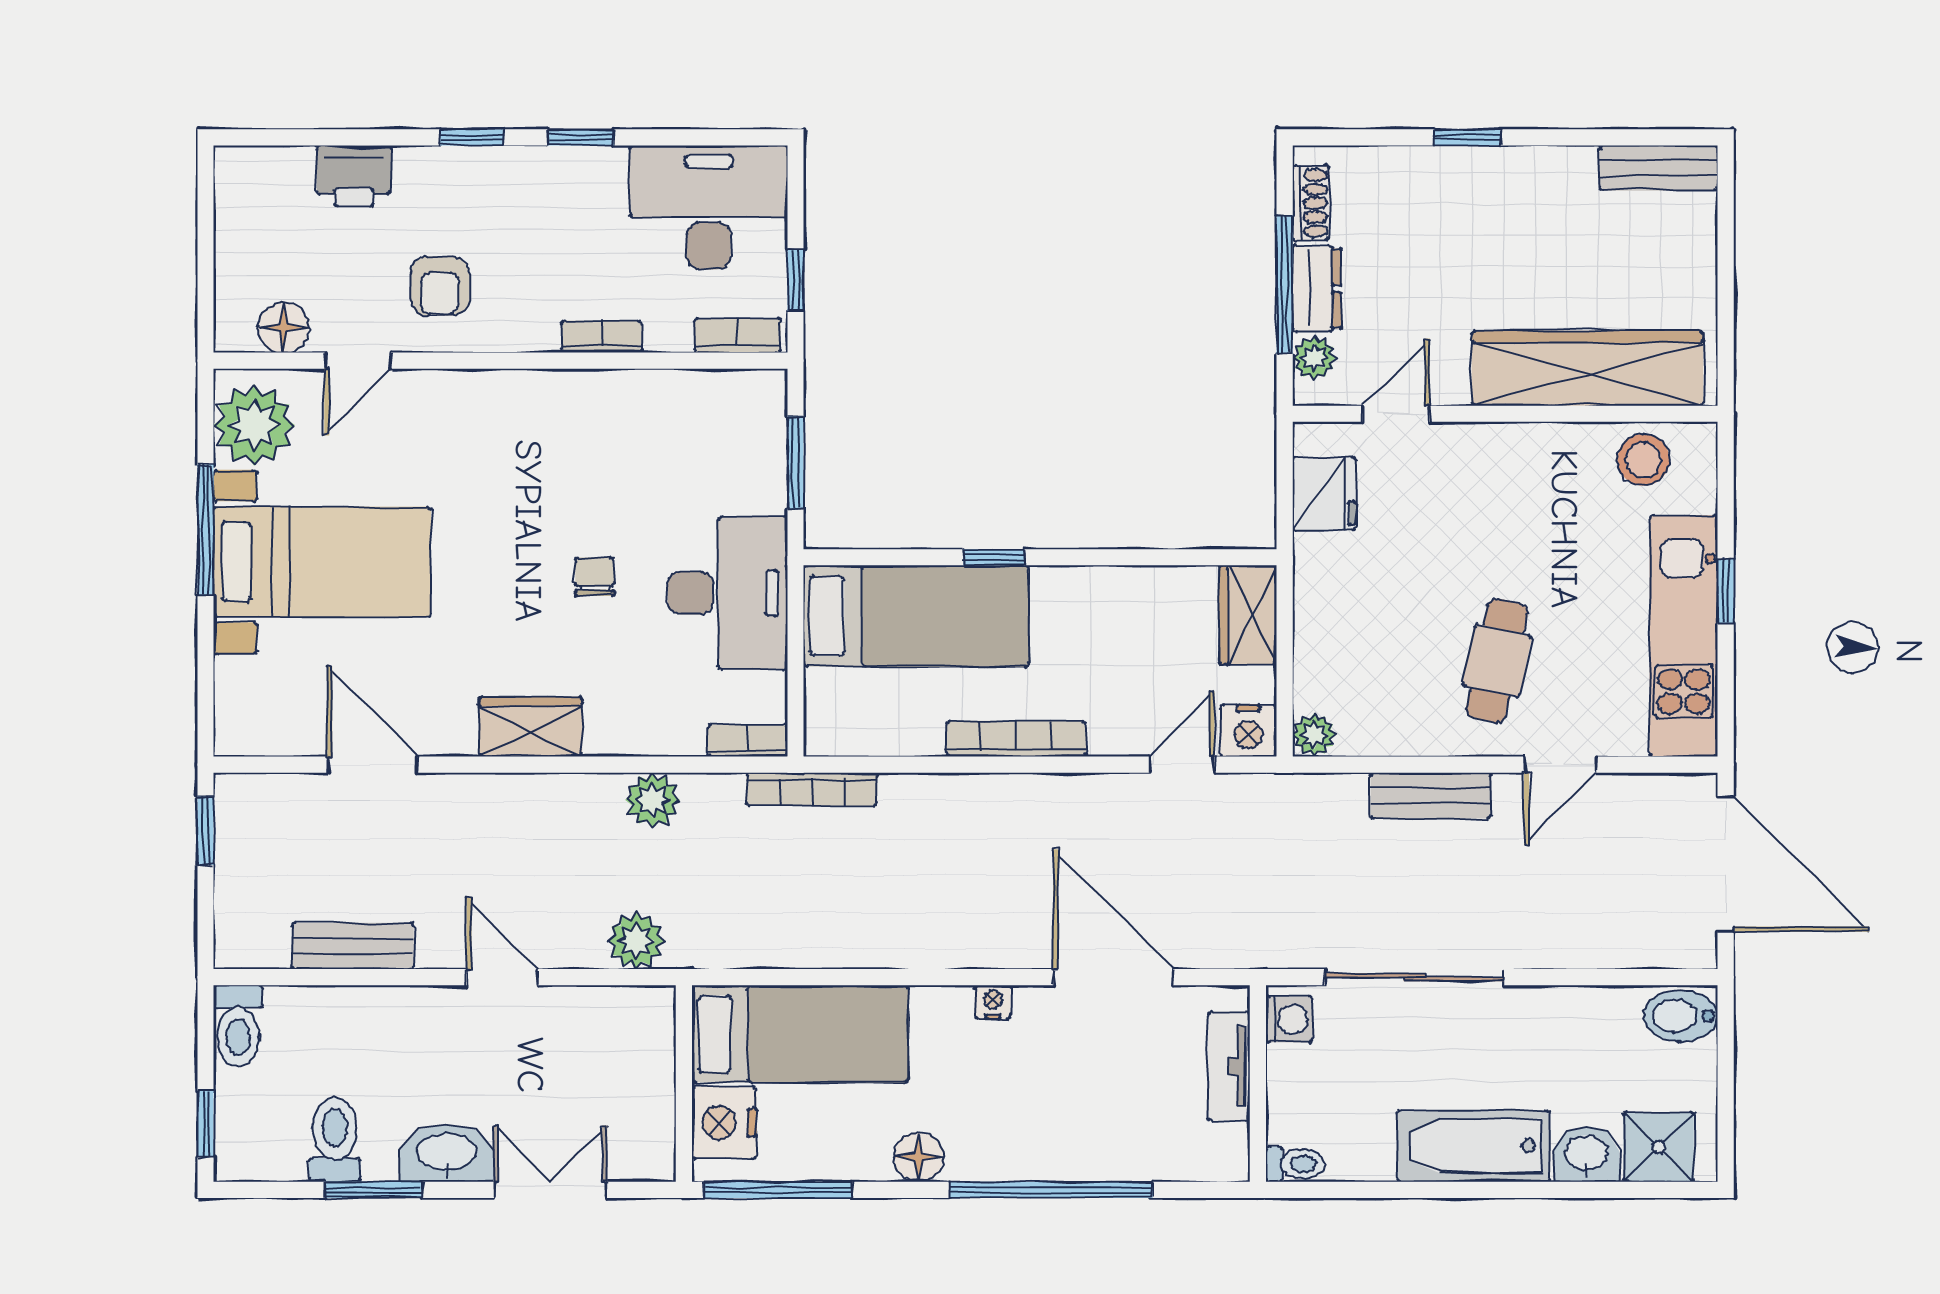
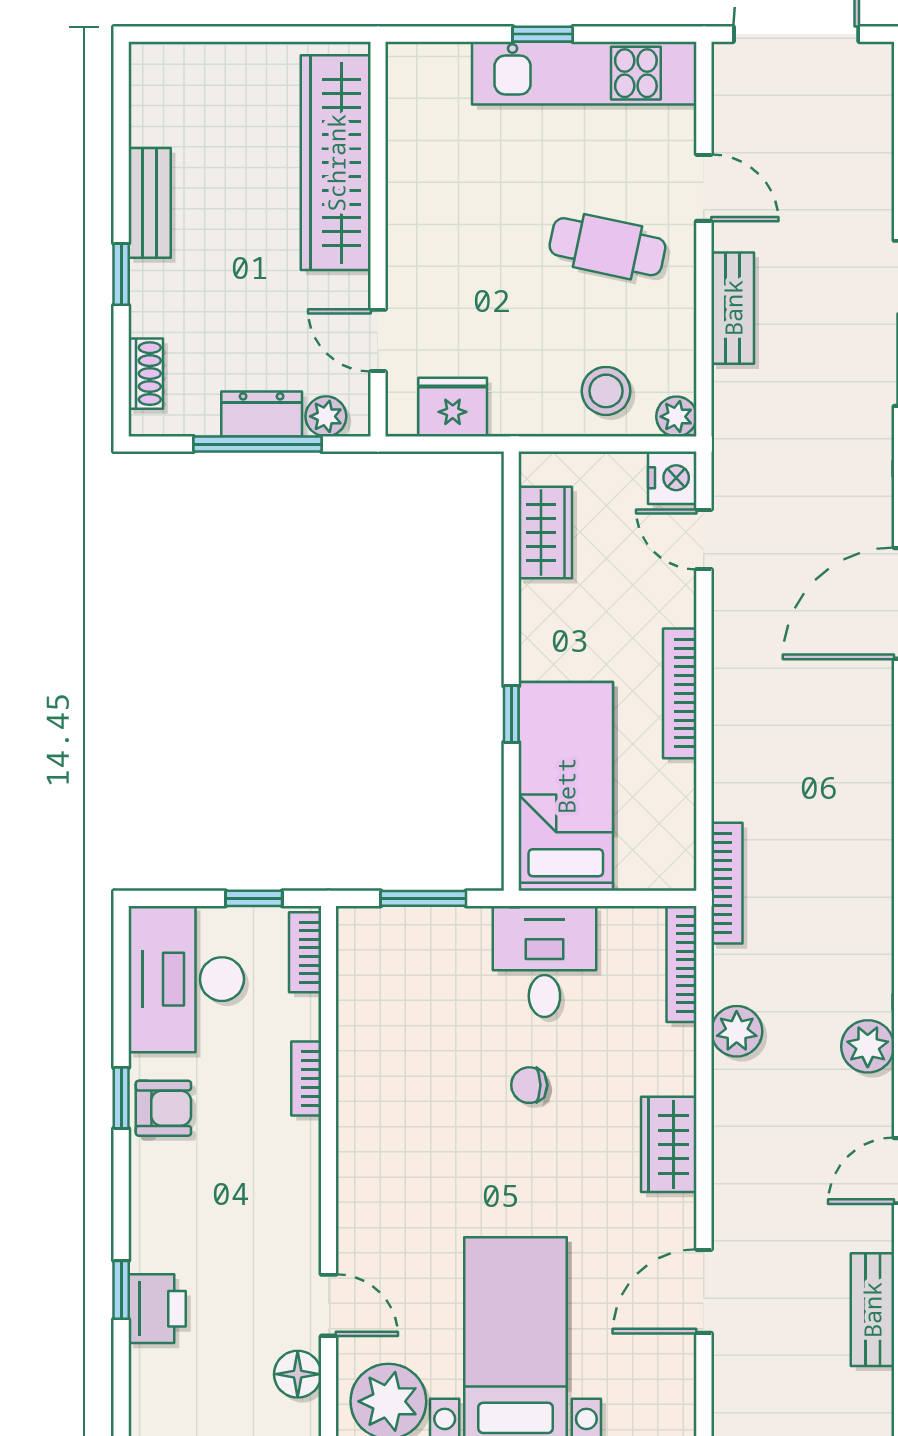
window: (471, 137) -> (121, 1290), moved
bench: (1659, 168) -> (150, 203), moved
shoe rack: (1311, 203) -> (146, 374), moved, turned 90
armchair: (440, 286) -> (163, 1108), moved
stool: (1643, 460) -> (606, 391), moved
desk: (728, 593) -> (544, 961), width x0.73
wardrobe: (1248, 615) -> (545, 532), moved, turned -90
bookcase: (747, 741) -> (682, 964), width x1.56

